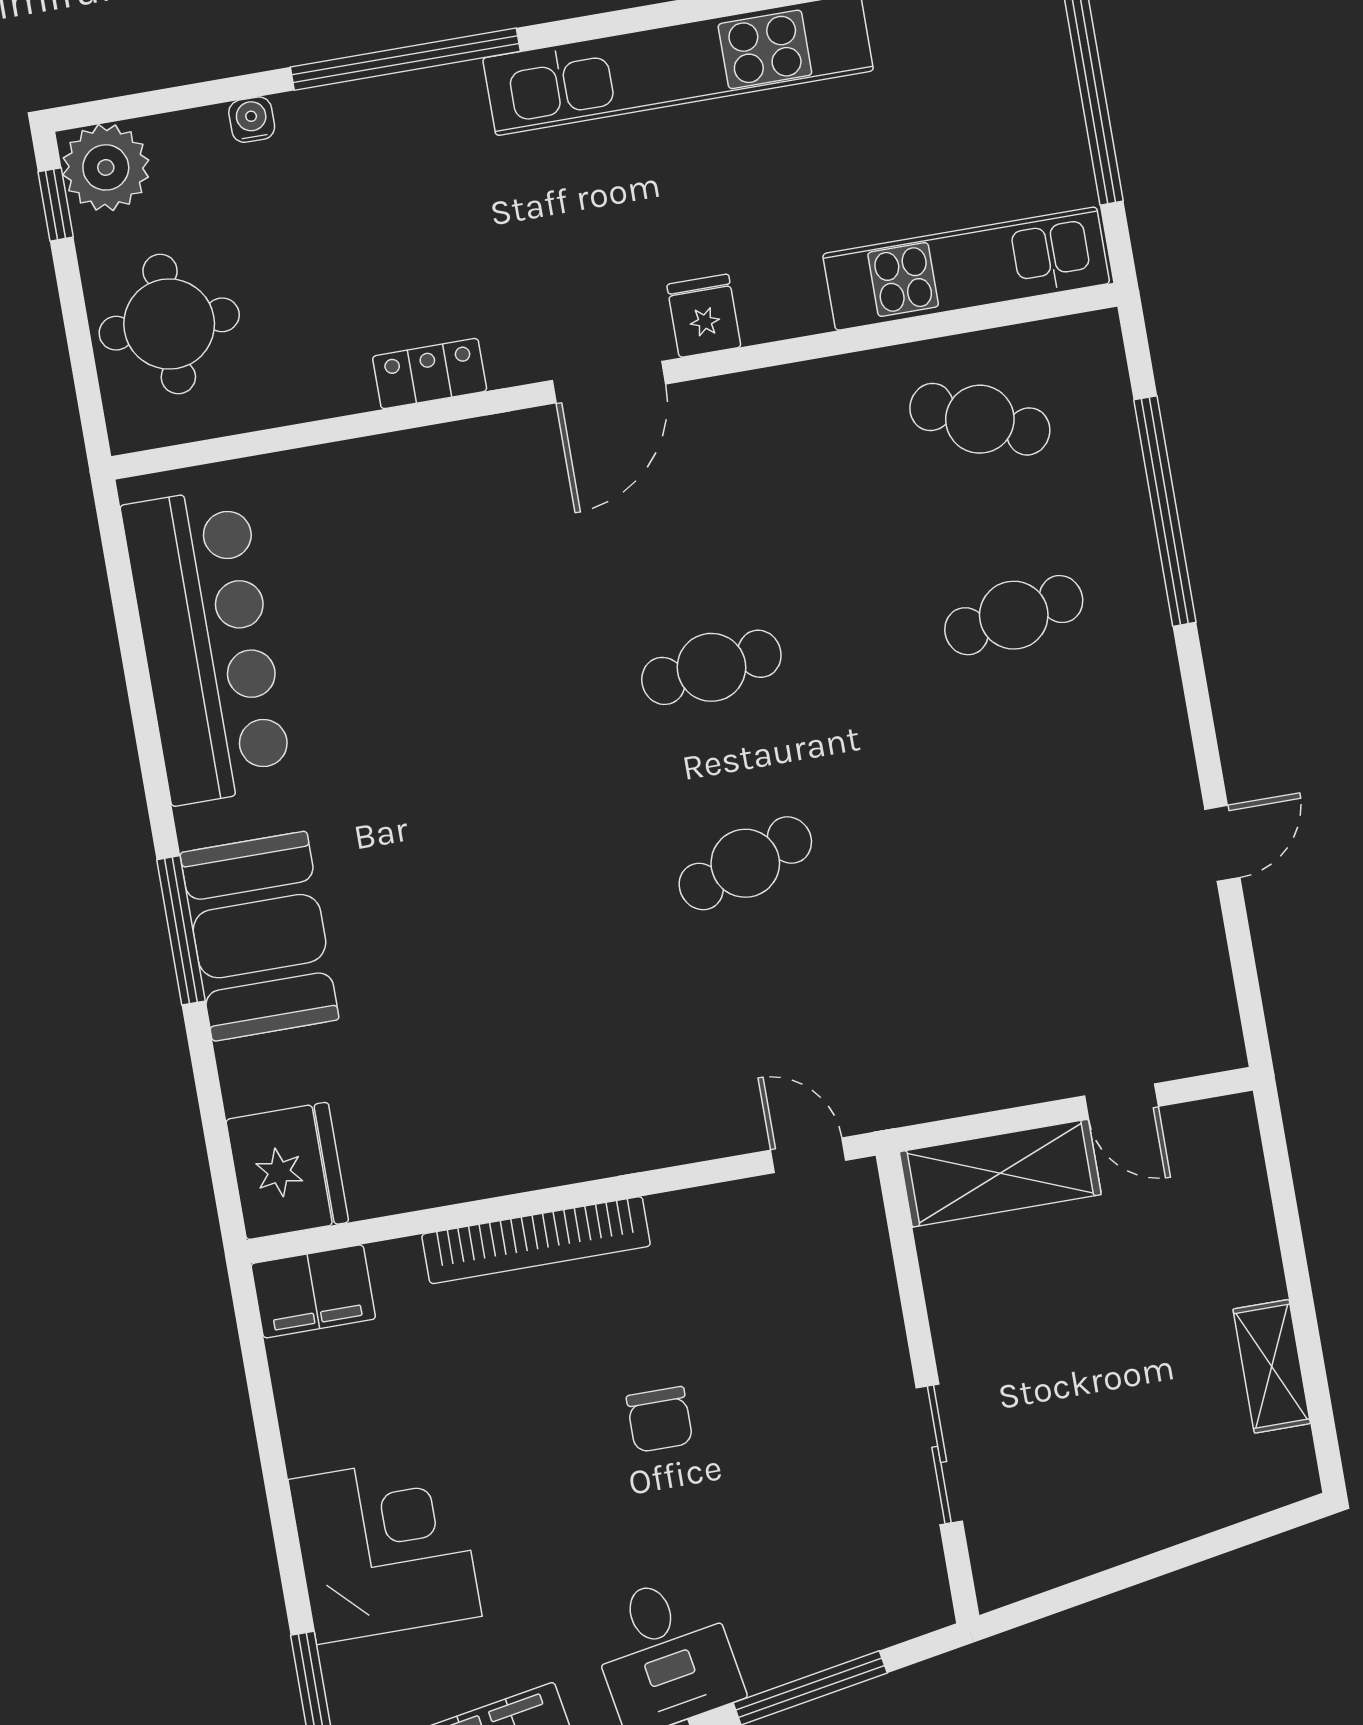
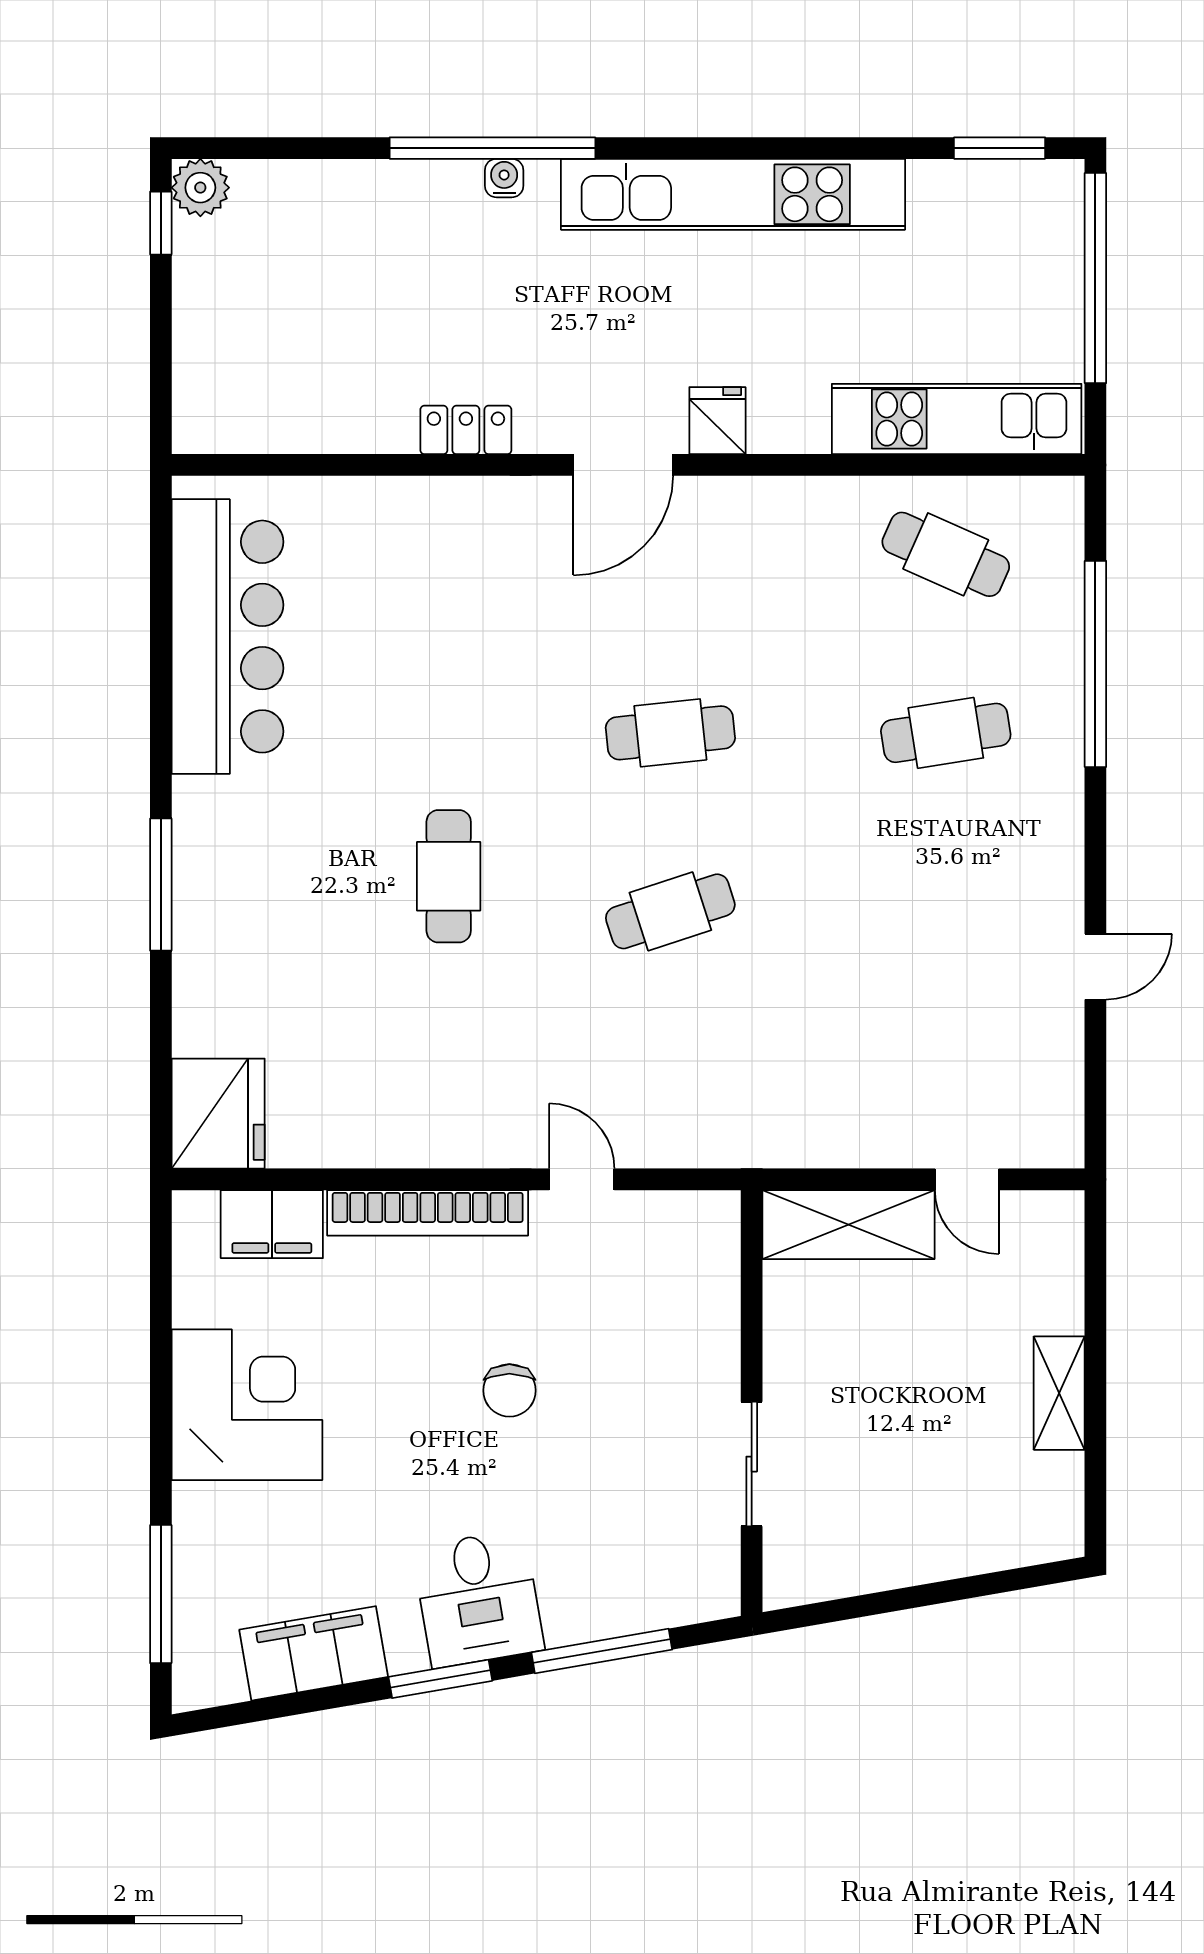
water cooler: (252, 120) -> (504, 178), moved
plant: (106, 167) -> (200, 188), width x0.73, depth x0.73
round table: (169, 324) -> (243, 346), removed
cafe table: (495, 867) -> (449, 876), added
booth: (259, 936) -> (229, 902), removed
door: (808, 1155) -> (582, 1179), moved
filing cabinet: (313, 1291) -> (272, 1224), moved
shelving: (1272, 1366) -> (1059, 1393), moved
corner desk: (385, 1548) -> (247, 1405), moved

